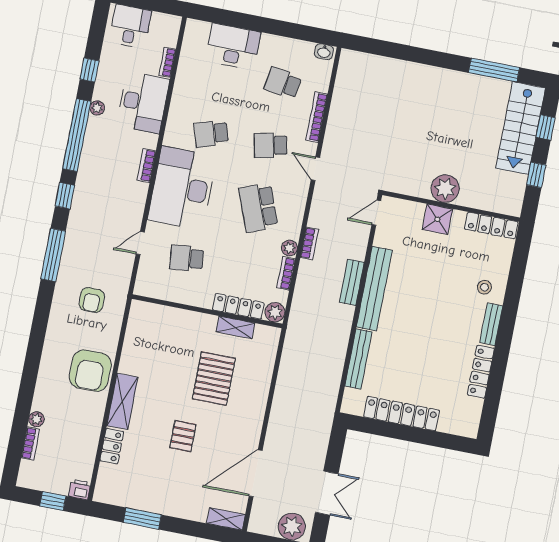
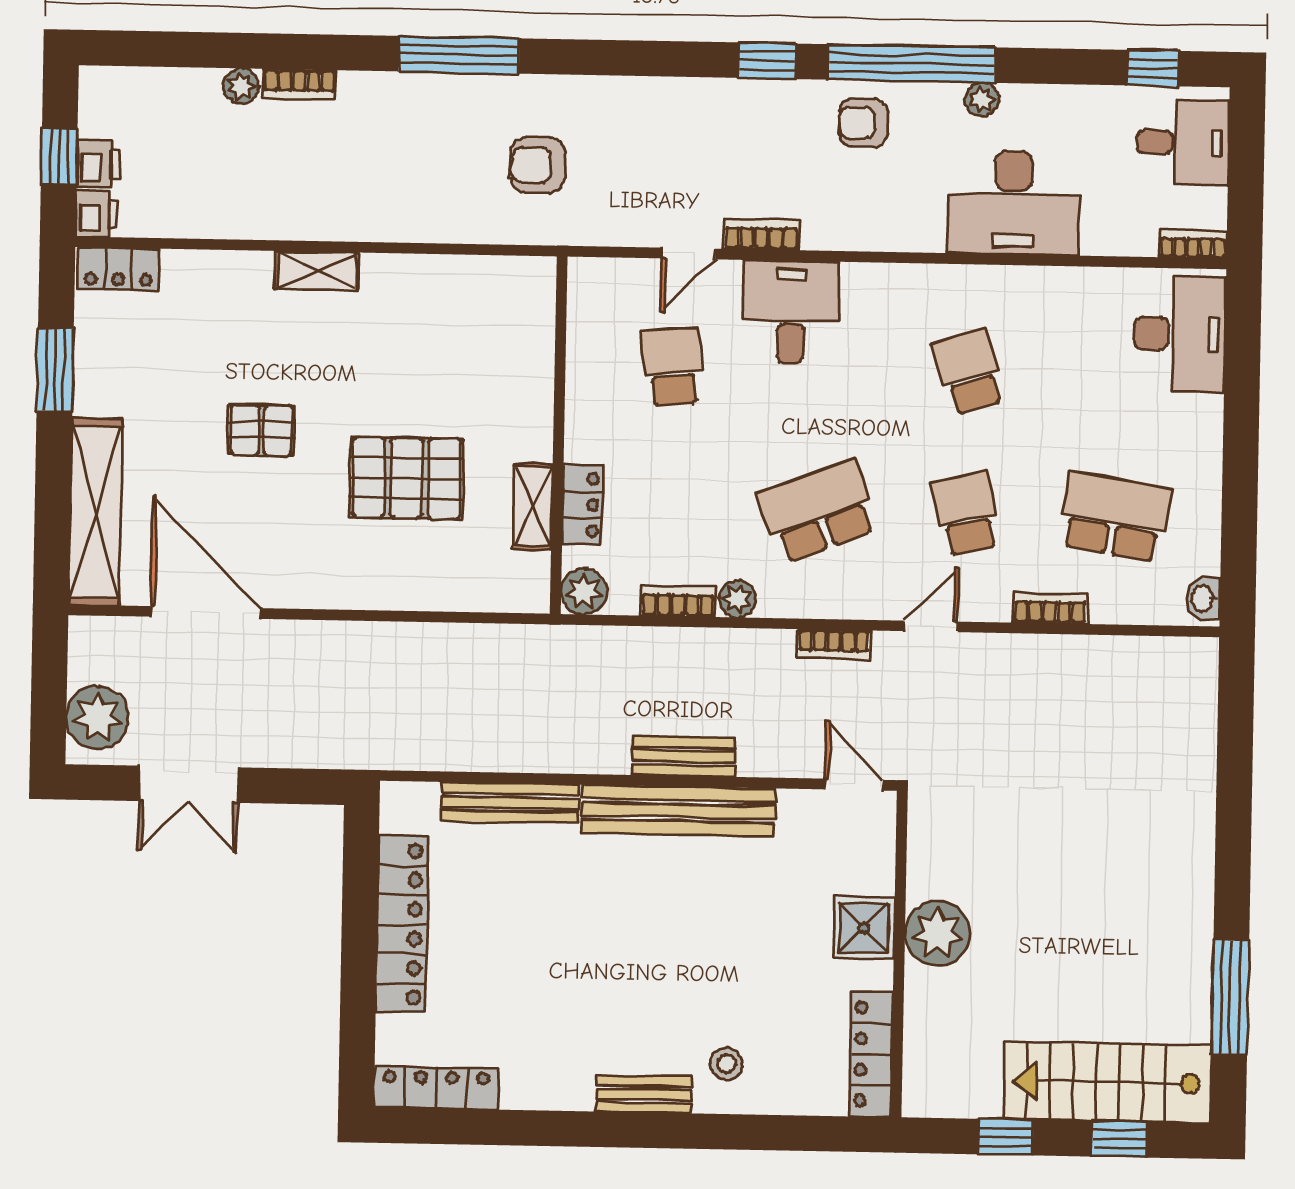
desk: (233, 46) -> (1180, 334), moved
bookcase: (167, 62) -> (1193, 244), moved
window: (90, 70) -> (1152, 68), moved
school desk: (283, 83) -> (1115, 517), width x1.85
bookcase: (317, 117) -> (1050, 609), width x0.64
bookcase: (147, 166) -> (761, 234), moved
desk: (182, 188) -> (791, 312), width x0.53, depth x0.77
door: (140, 243) -> (688, 254), swing flipped
bookcase: (309, 243) -> (834, 644), moved
window: (53, 255) -> (459, 55), moved
locker: (238, 306) -> (583, 505), width x0.66
armchair: (90, 371) -> (863, 123), moved, width x0.53, depth x0.53
locker: (481, 372) -> (436, 1088), moved
shelving: (122, 401) -> (317, 270), width x0.67, depth x0.75
bookcase: (30, 443) -> (299, 84), moved
locker: (112, 446) -> (118, 269), moved
printer: (59, 485) -> (98, 164), added
shelving: (226, 519) -> (96, 512), width x2.20, depth x1.33

